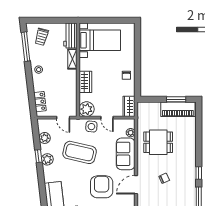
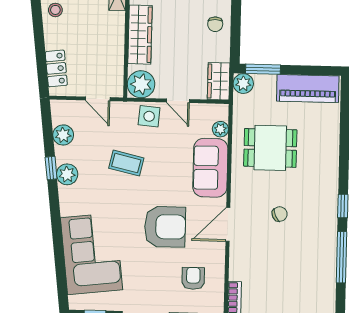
wardrobe: (85, 82) -> (140, 35), width x1.50
window: (176, 99) -> (263, 69), moved
plant: (143, 107) -> (243, 84), added
coffee table: (80, 152) -> (126, 163), width x0.54, depth x0.58
armchair: (102, 187) -> (165, 227), turned 90

